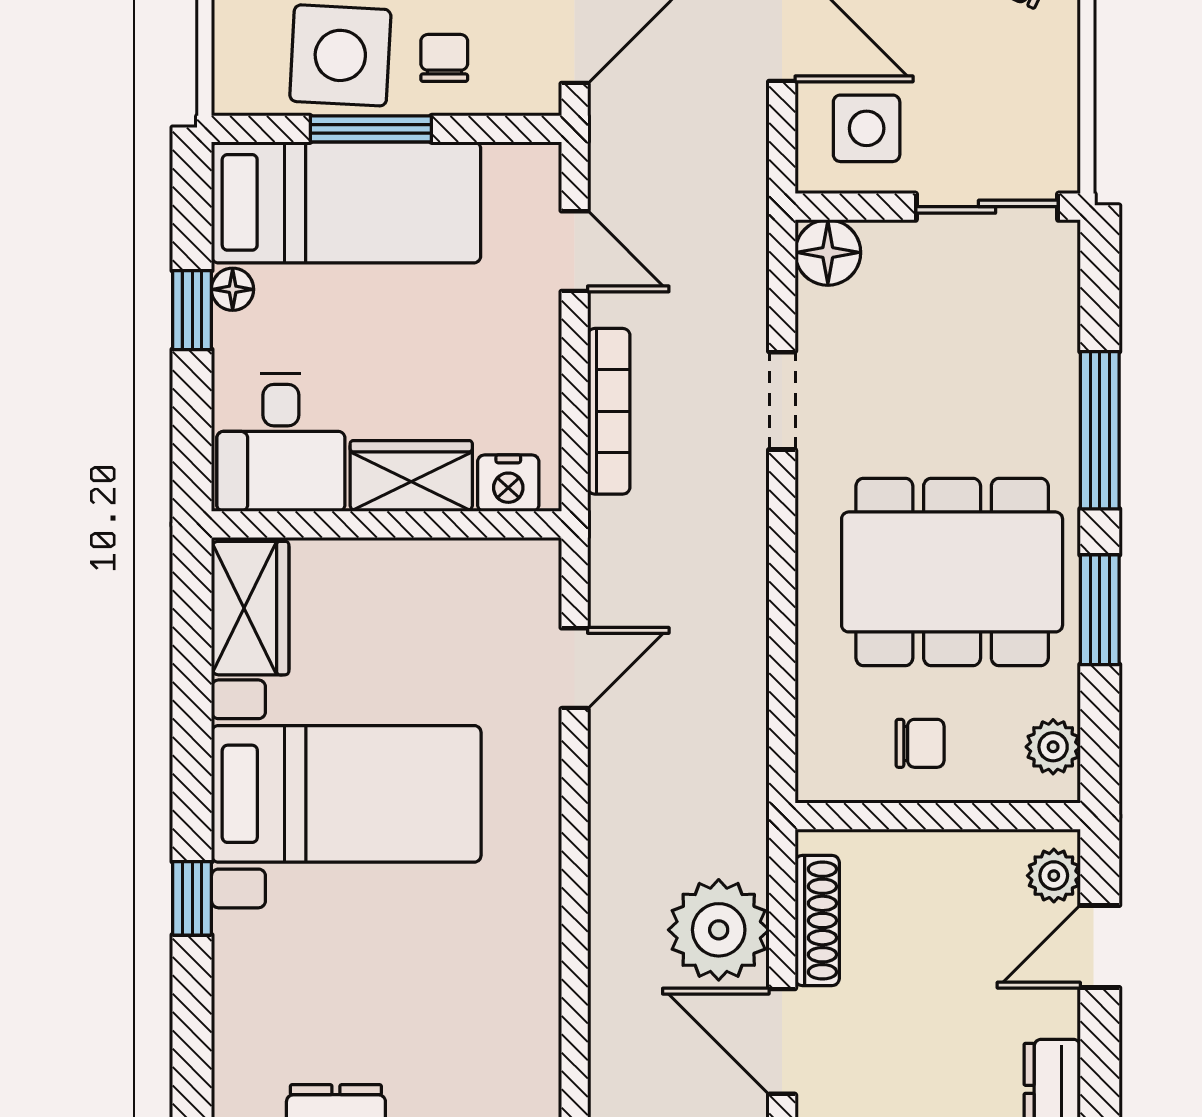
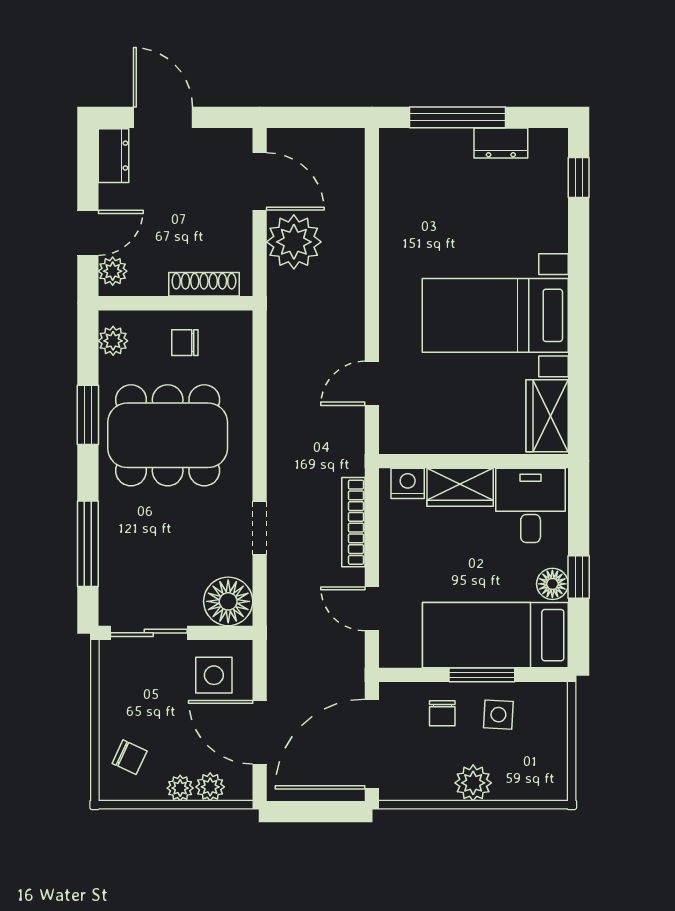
side table: (340, 55) -> (498, 715), width x0.54, depth x0.54
floor lamp: (828, 252) -> (228, 601), width x1.38, depth x1.38
floor lamp: (233, 289) -> (552, 584), width x1.37, depth x1.37
window: (1100, 430) -> (88, 544), moved
window: (192, 898) -> (579, 178), moved
shoe rack: (817, 920) -> (204, 284), moved, turned 90

